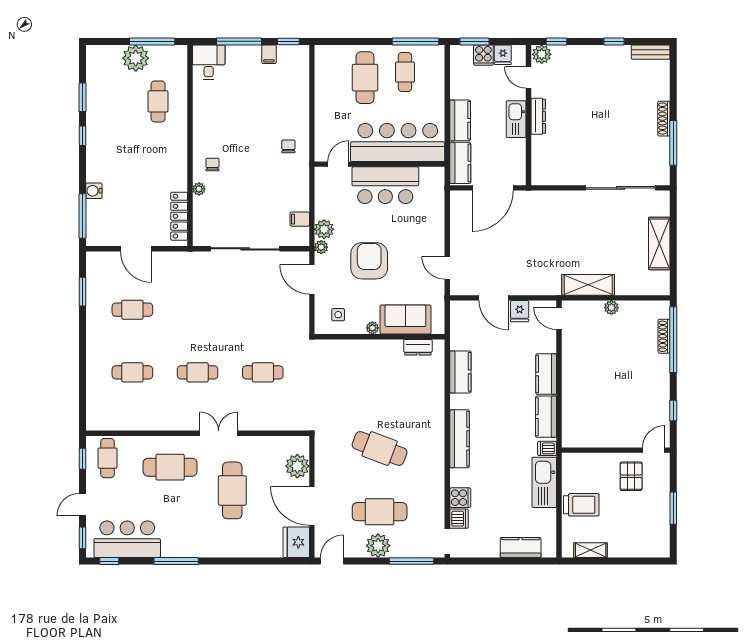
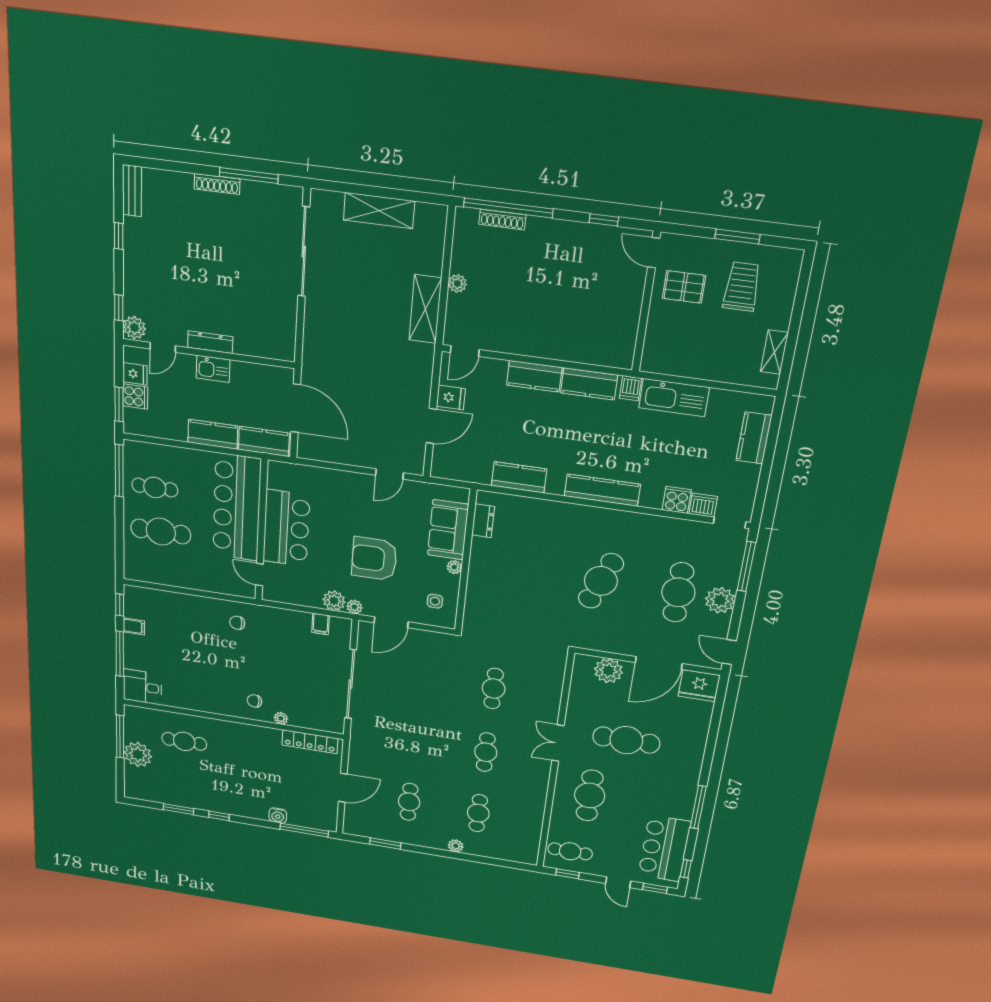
kitchen sink: (516, 119) -> (213, 369), width x0.73
plant: (93, 356) -> (456, 846), added
trolley: (581, 505) -> (742, 287), moved

